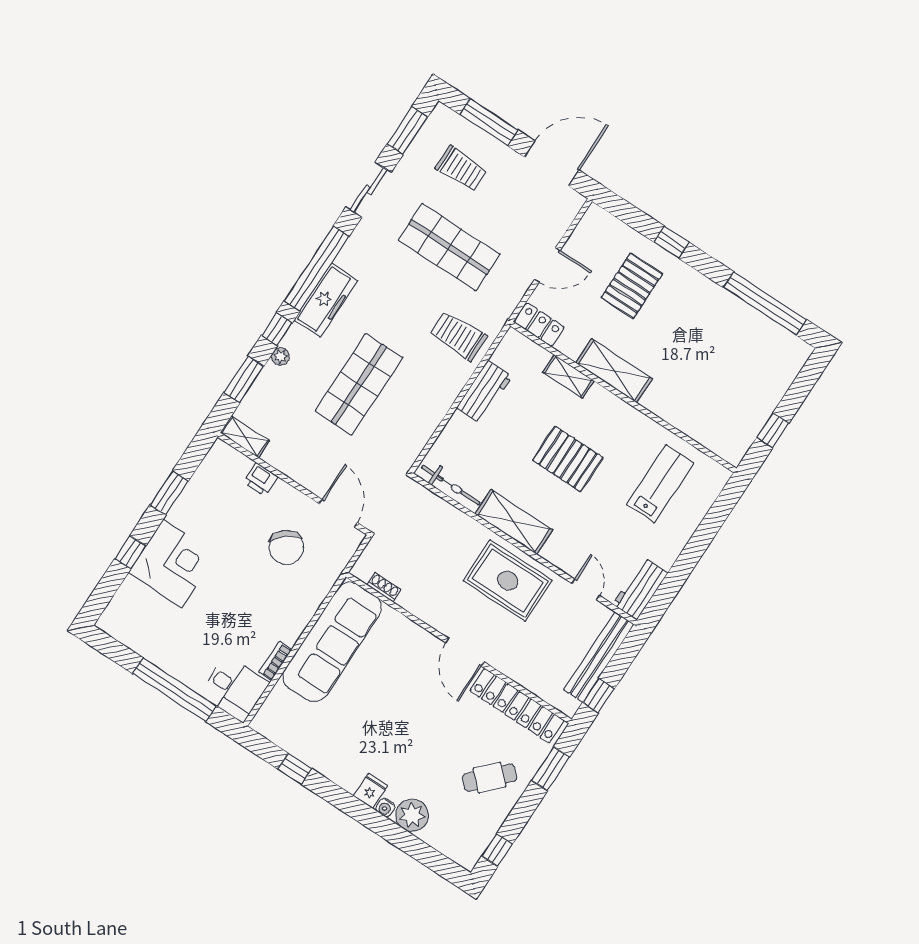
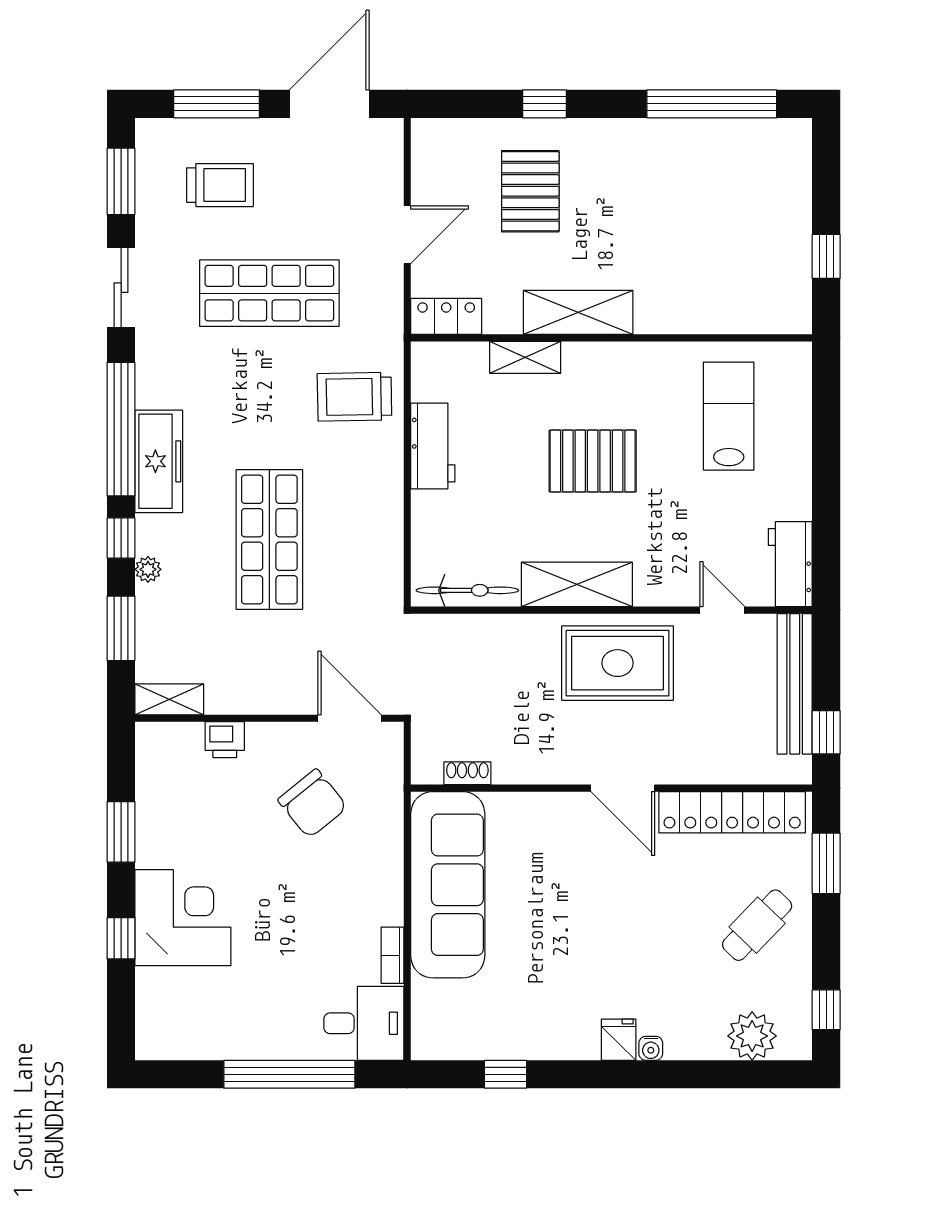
plant: (412, 815) -> (752, 1036), moved

